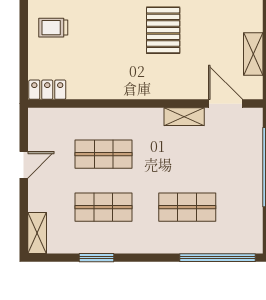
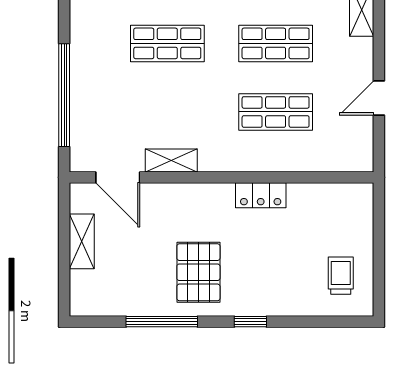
trolley: (53, 28) -> (341, 276), turned -90
locker: (47, 90) -> (261, 195), moved

